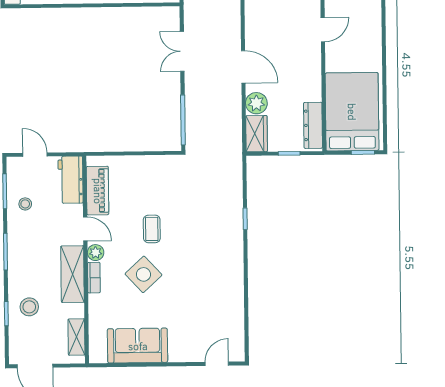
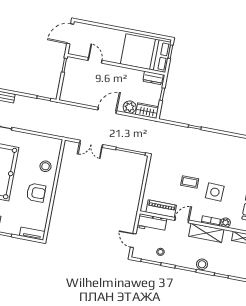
dresser: (313, 125) -> (153, 78), width x0.70
door: (35, 155) -> (133, 240), hinge flipped
plant: (96, 253) -> (225, 223), moved
side table: (143, 274) -> (215, 192), turned 45
stool: (29, 307) -> (202, 264), moved

